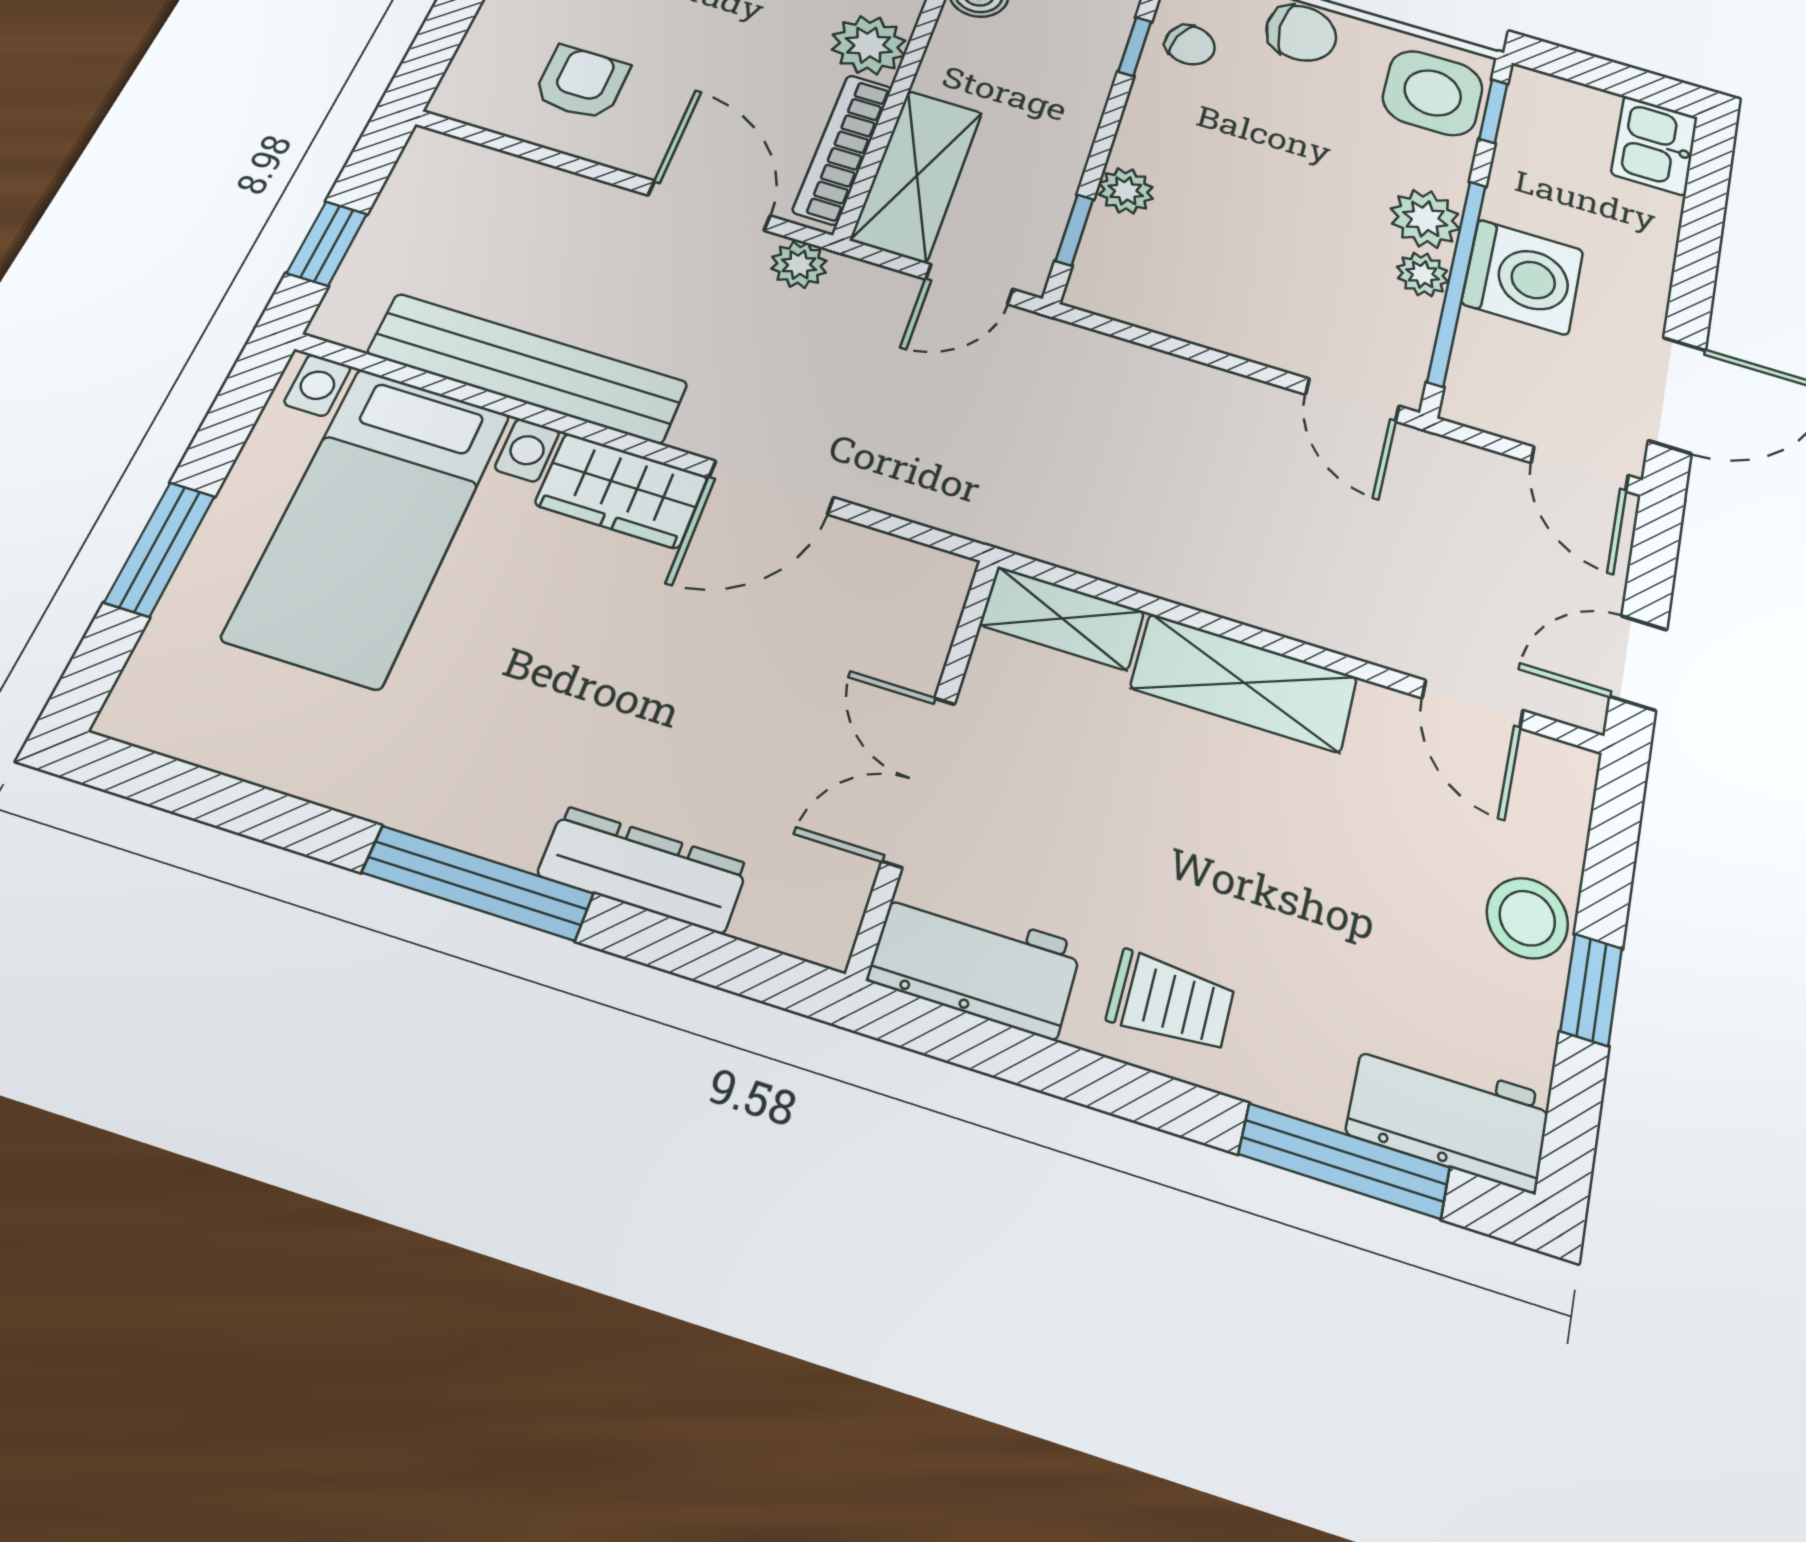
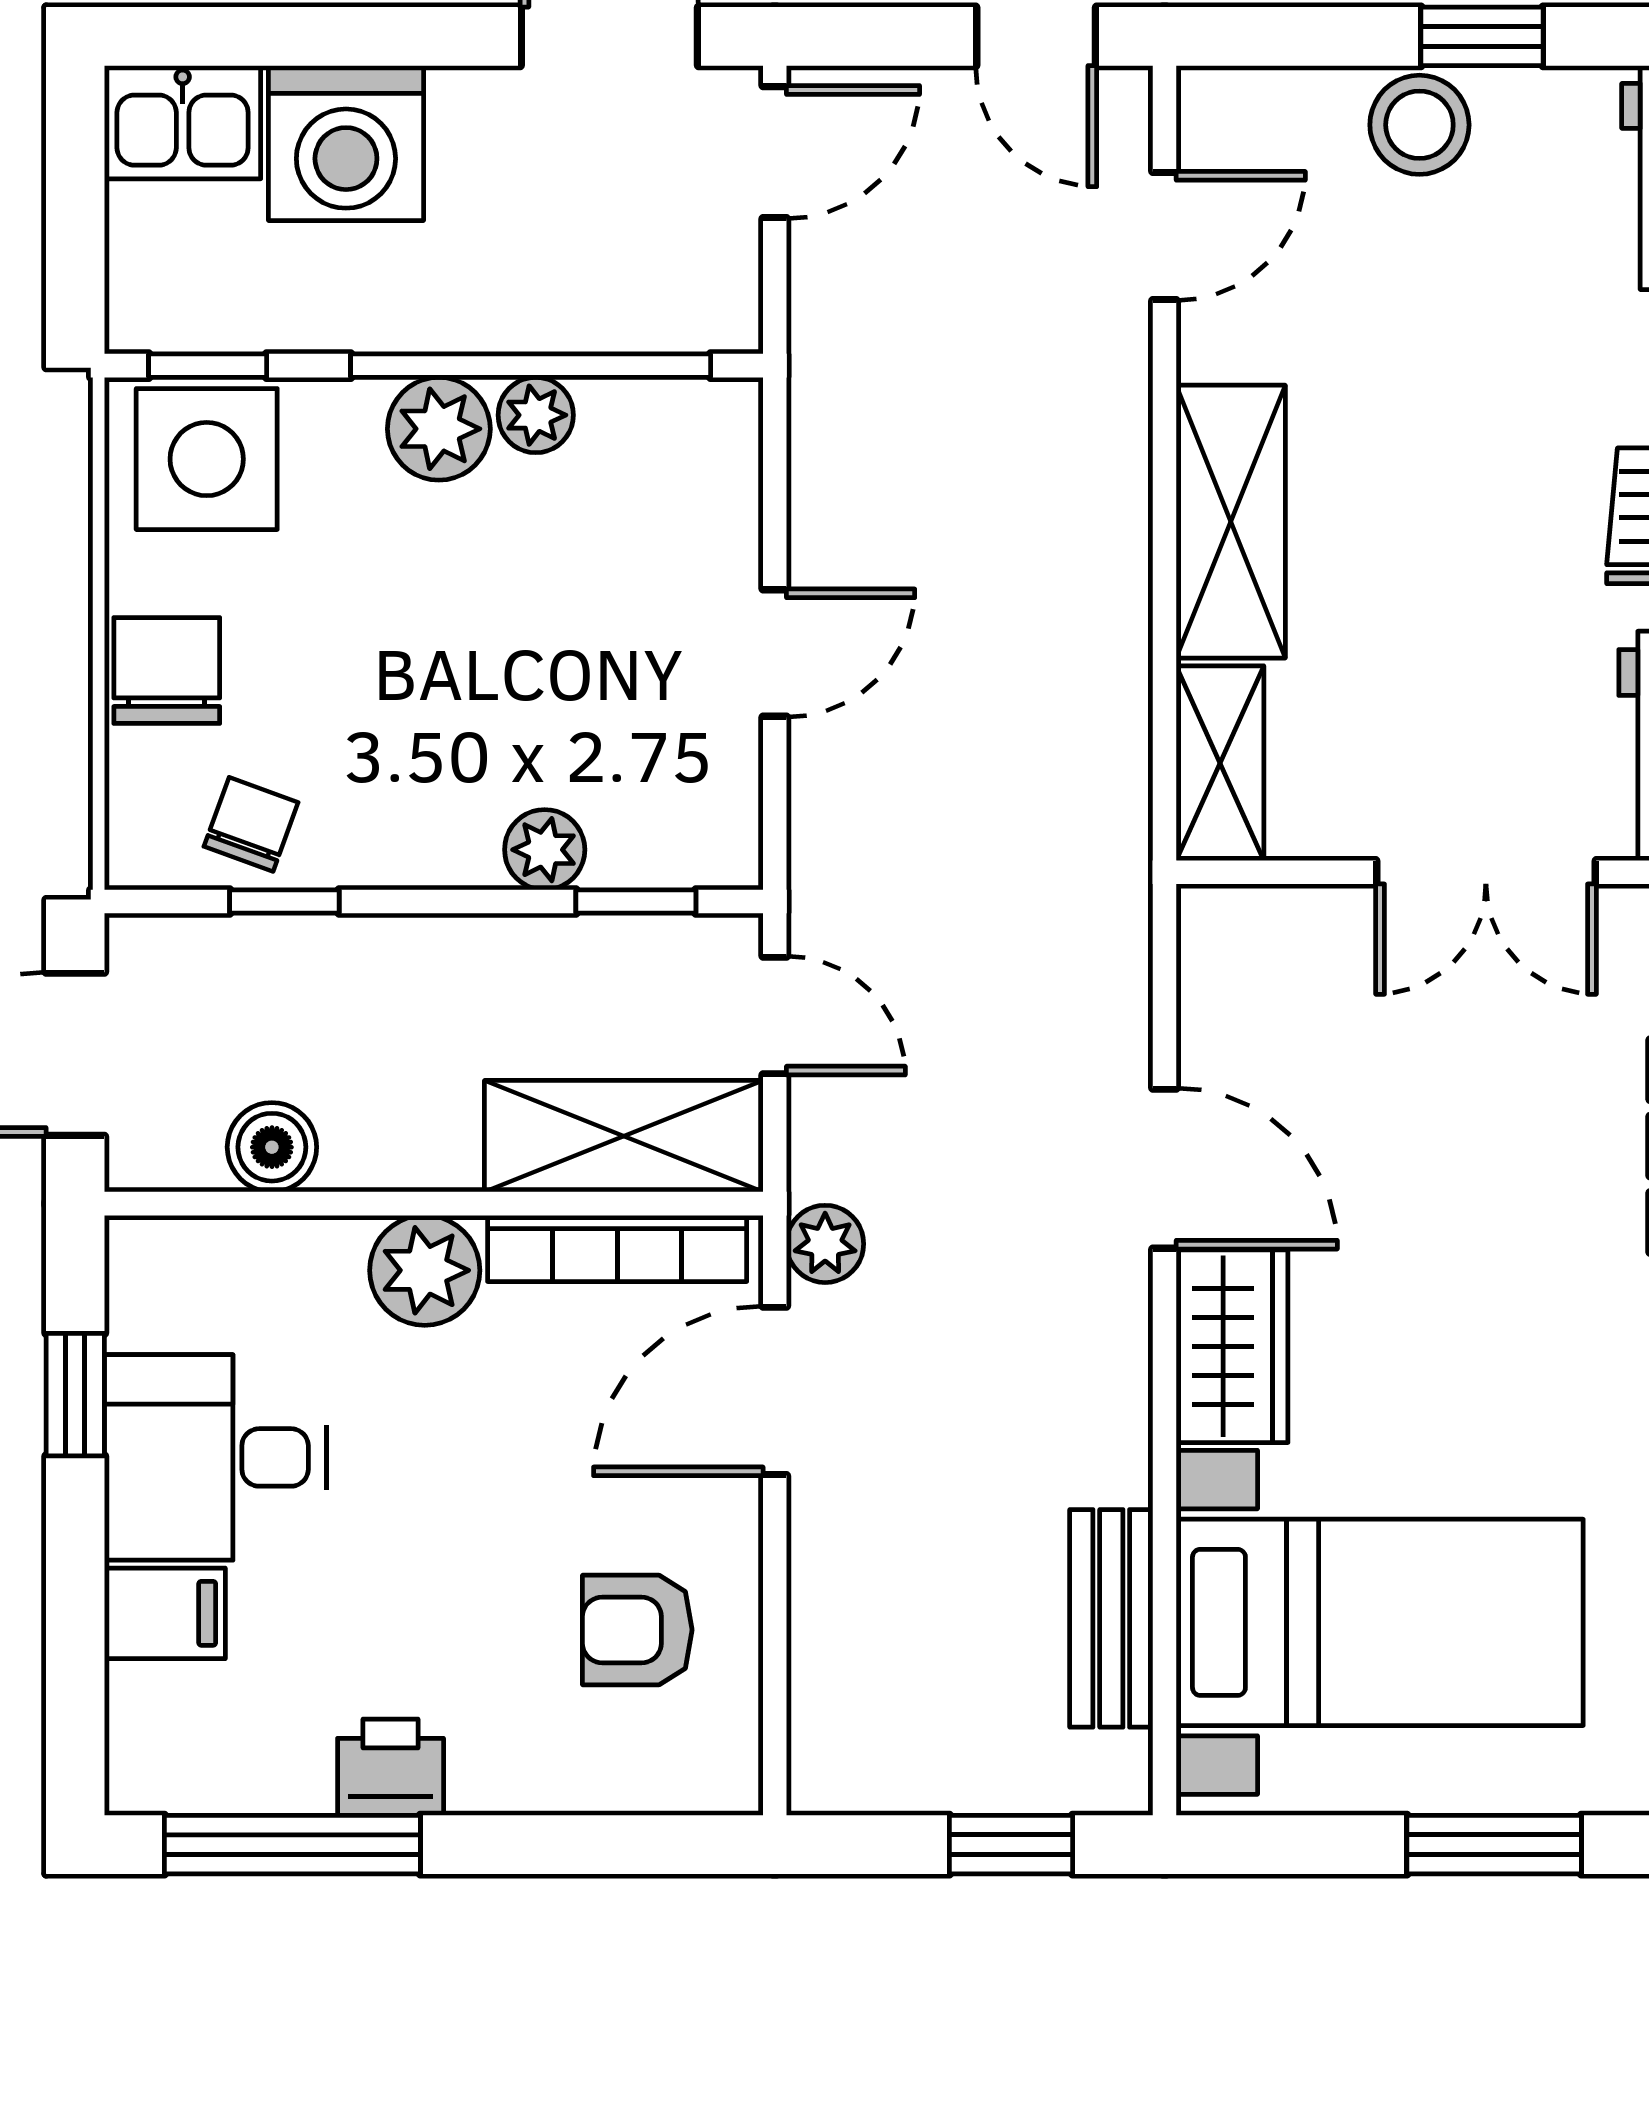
washing machine: (1523, 277) -> (346, 143), moved, turned 180
bench: (528, 368) -> (1111, 1618), width x0.54, depth x0.82
door: (1352, 400) -> (775, 653), moved

